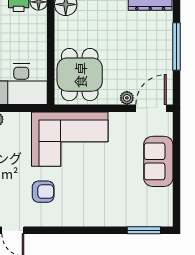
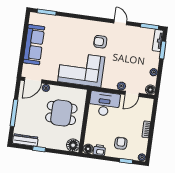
dining table: (80, 75) -> (61, 113), moved, turned 90
sofa: (158, 161) -> (34, 45), width x1.36

